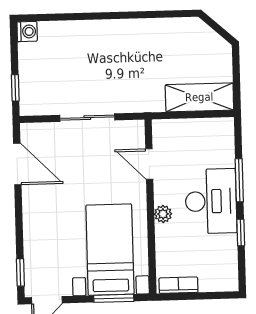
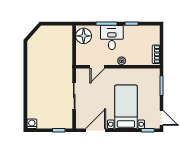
shelving: (199, 97) -> (66, 42), removed
floor lamp: (212, 134) -> (84, 36), added
desk: (211, 201) -> (112, 37), width x0.73
bed with nightstands: (110, 250) -> (126, 107), moved, turned 90

